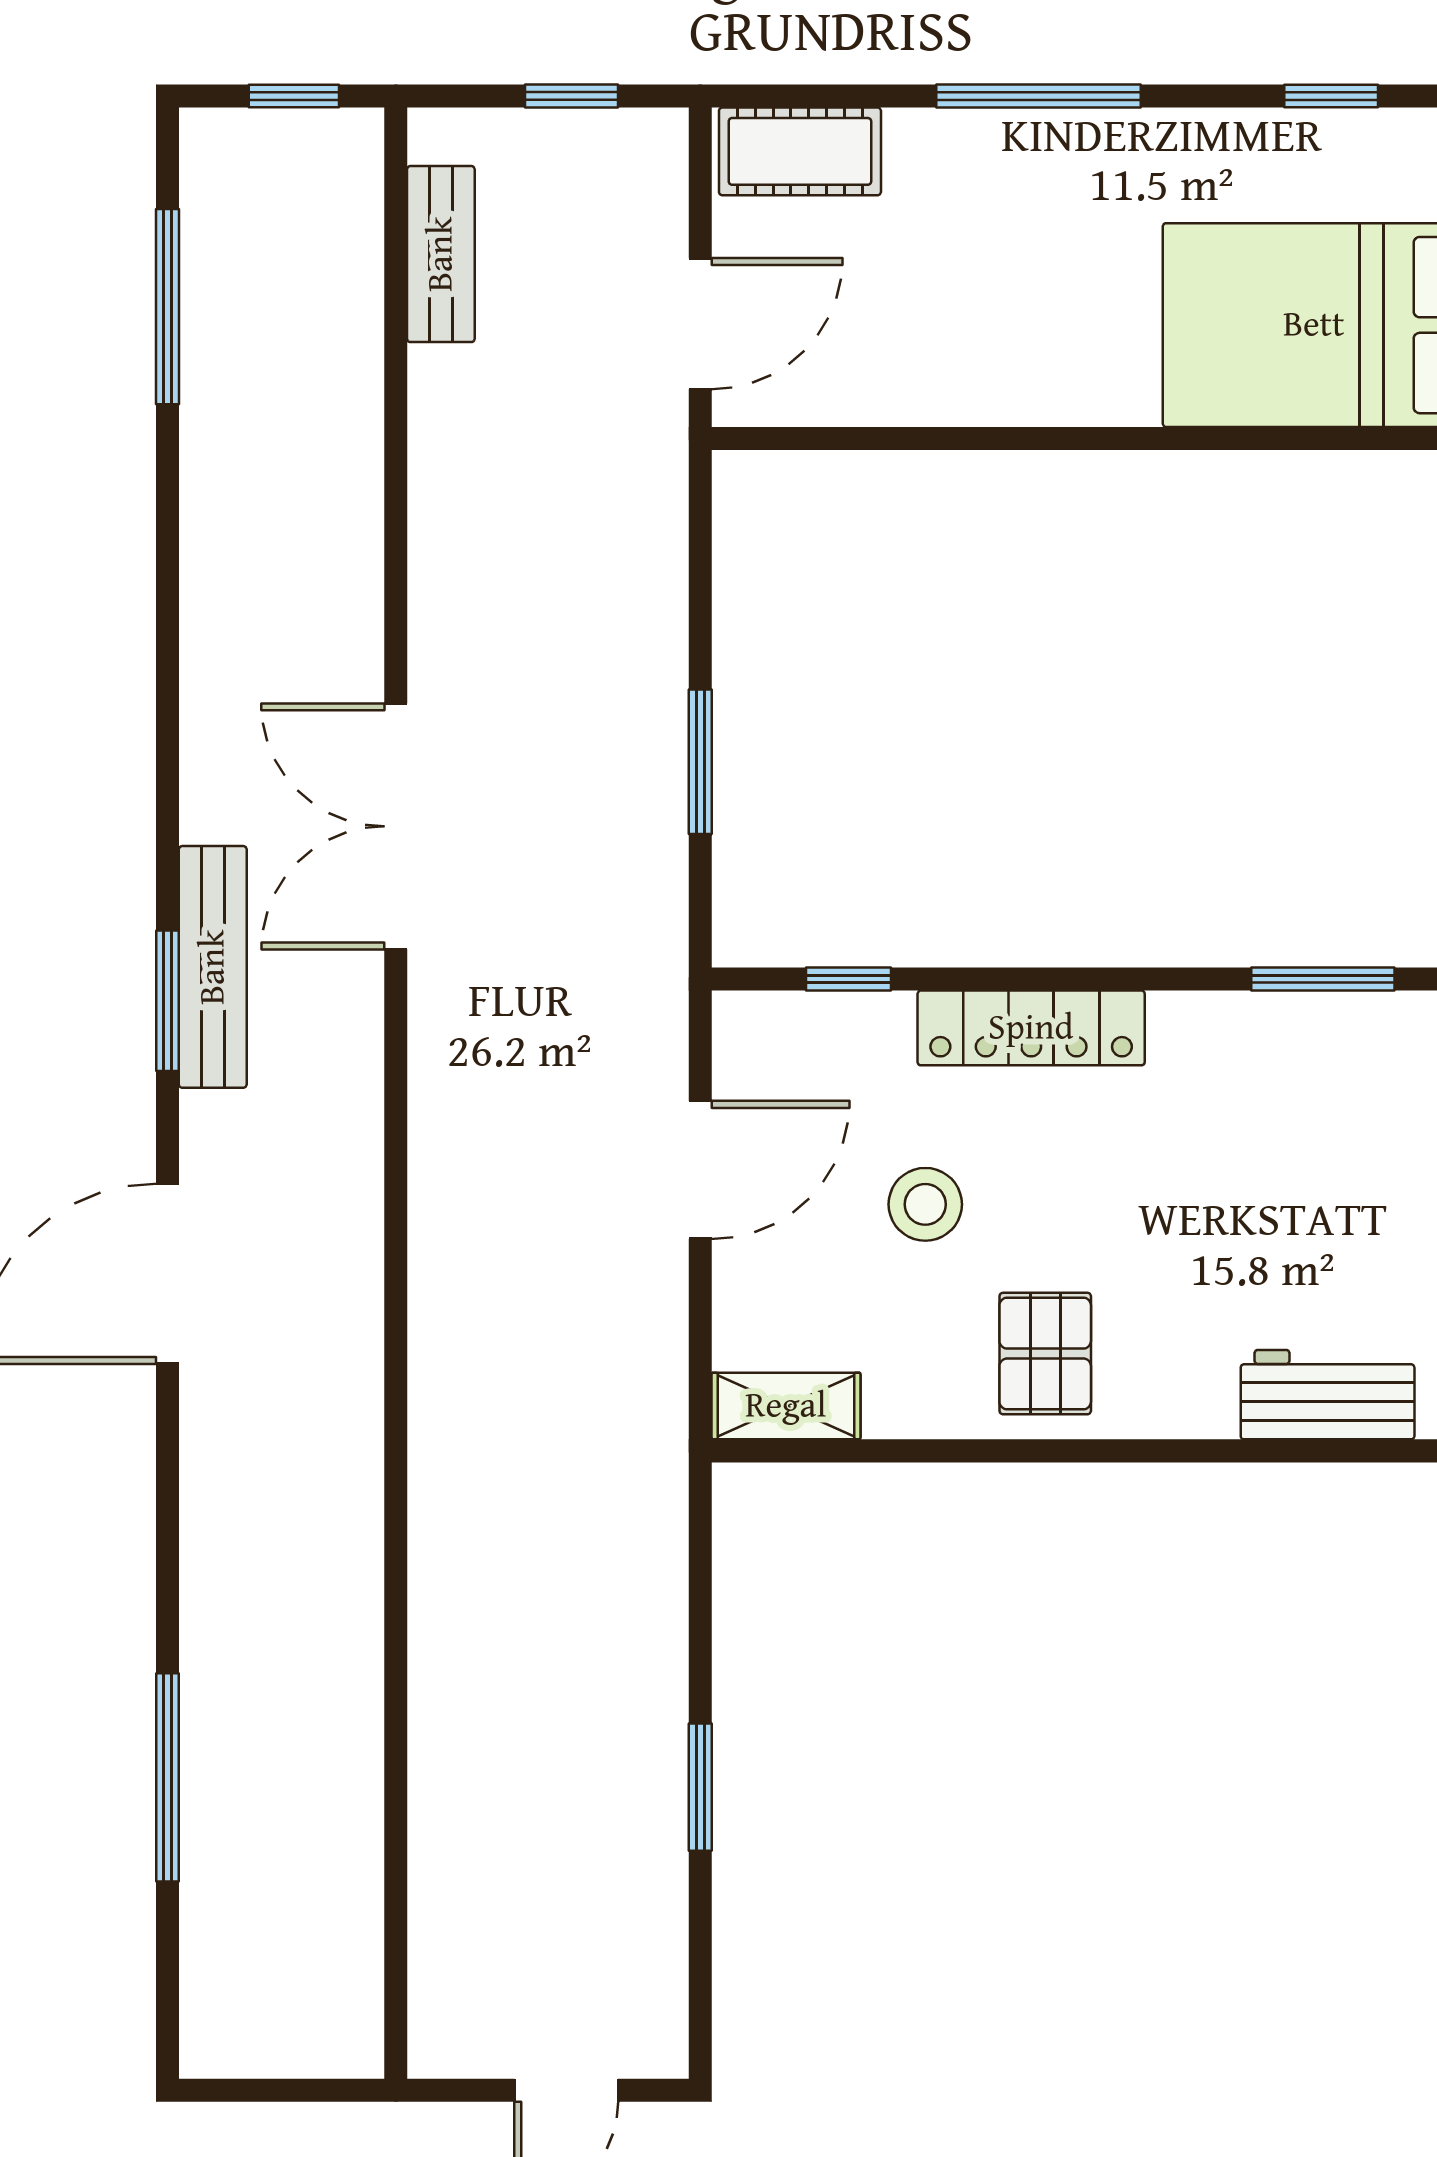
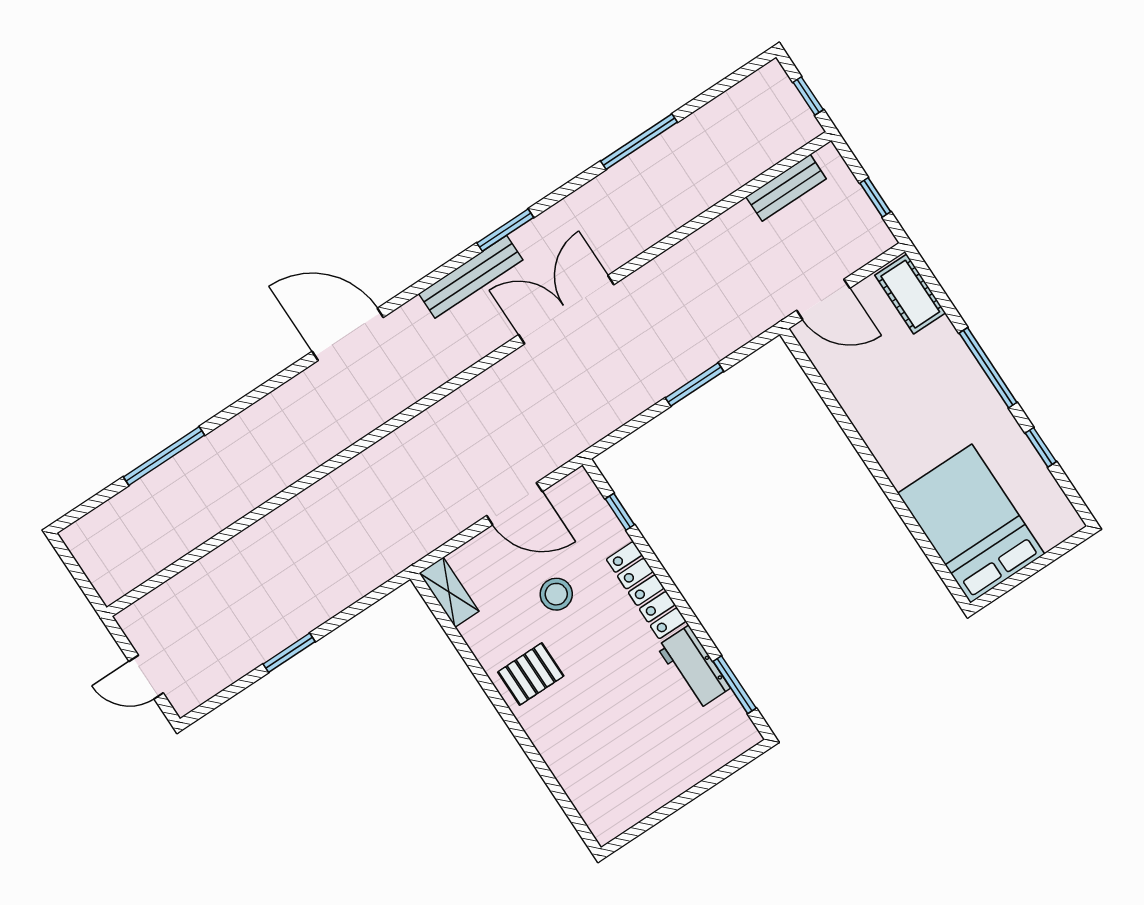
window: (1331, 96) -> (1041, 447), moved
window: (167, 307) -> (639, 142), moved
window: (700, 762) -> (694, 385), moved
window: (167, 1001) -> (505, 230), moved
workbench: (1328, 1395) -> (693, 667), moved, turned 180

